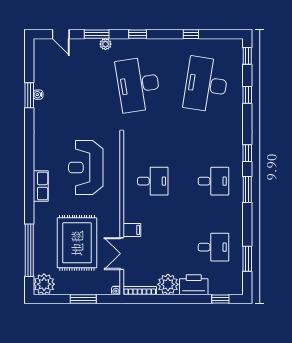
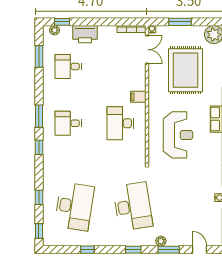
desk: (153, 181) -> (120, 123), width x1.37
filing cabinet: (132, 230) -> (138, 97), moved
double door: (122, 254) -> (147, 50), moved
plant: (168, 284) -> (55, 30), moved, width x0.53, depth x0.53

